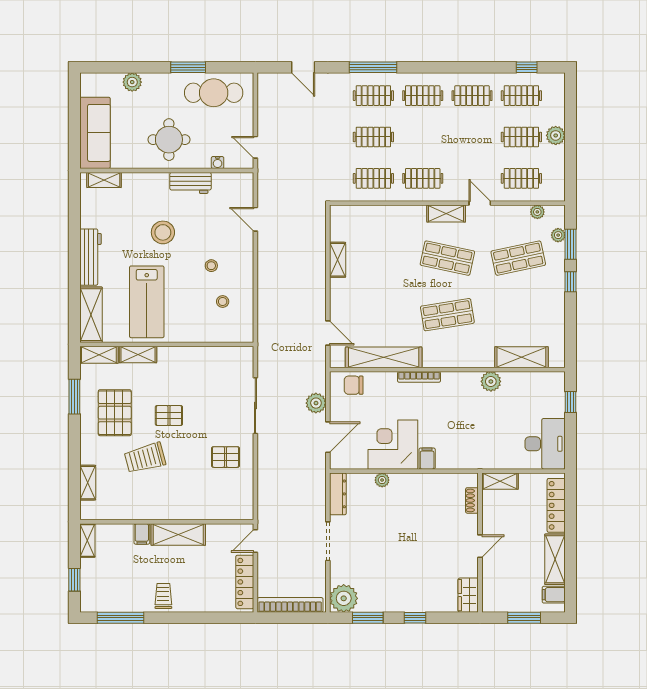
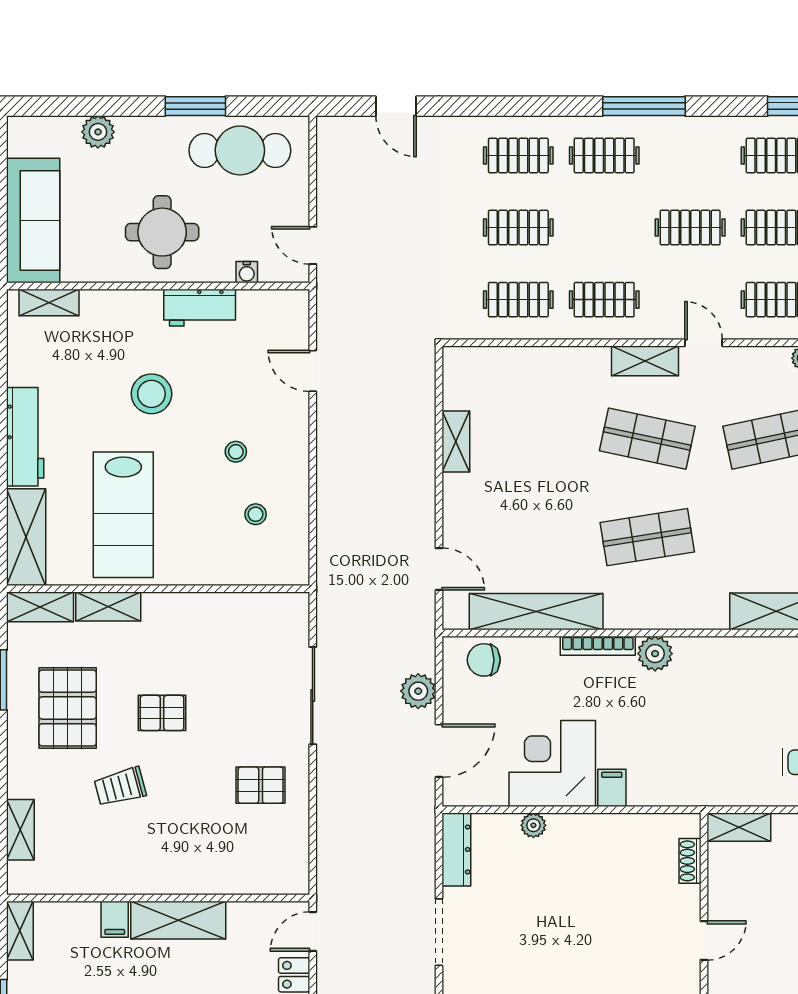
window: (373, 67) -> (644, 106), moved
clothes rail: (472, 96) -> (690, 228), moved
plant: (491, 381) -> (655, 654), moved
trolley: (145, 458) -> (120, 787), width x0.73, depth x0.72

